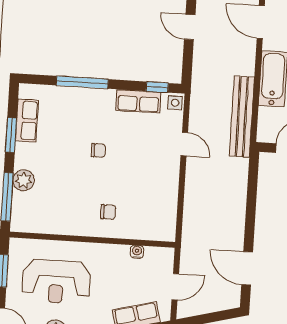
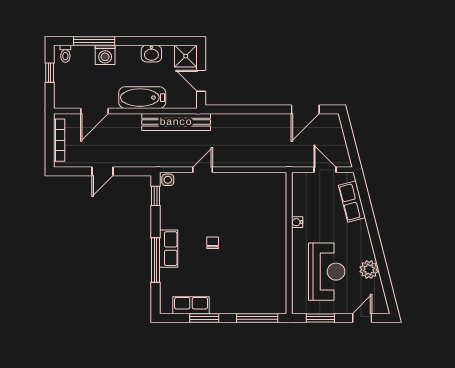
row of seats: (138, 101) -> (169, 249), moved
plant: (24, 180) -> (242, 305), removed
chair: (108, 212) -> (265, 231), removed
water cooler: (137, 252) -> (297, 222), moved

